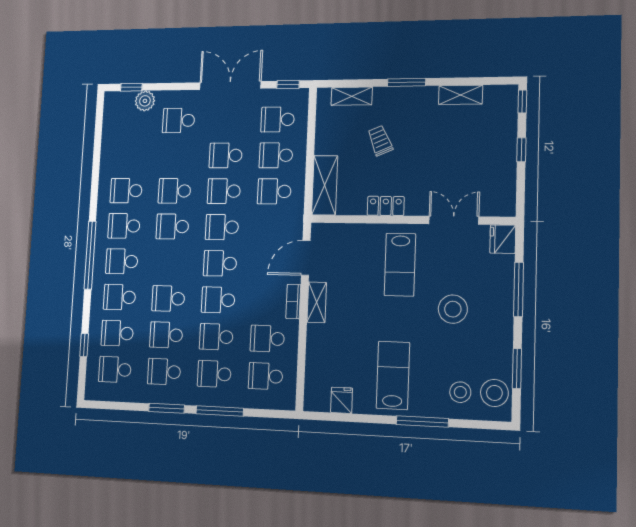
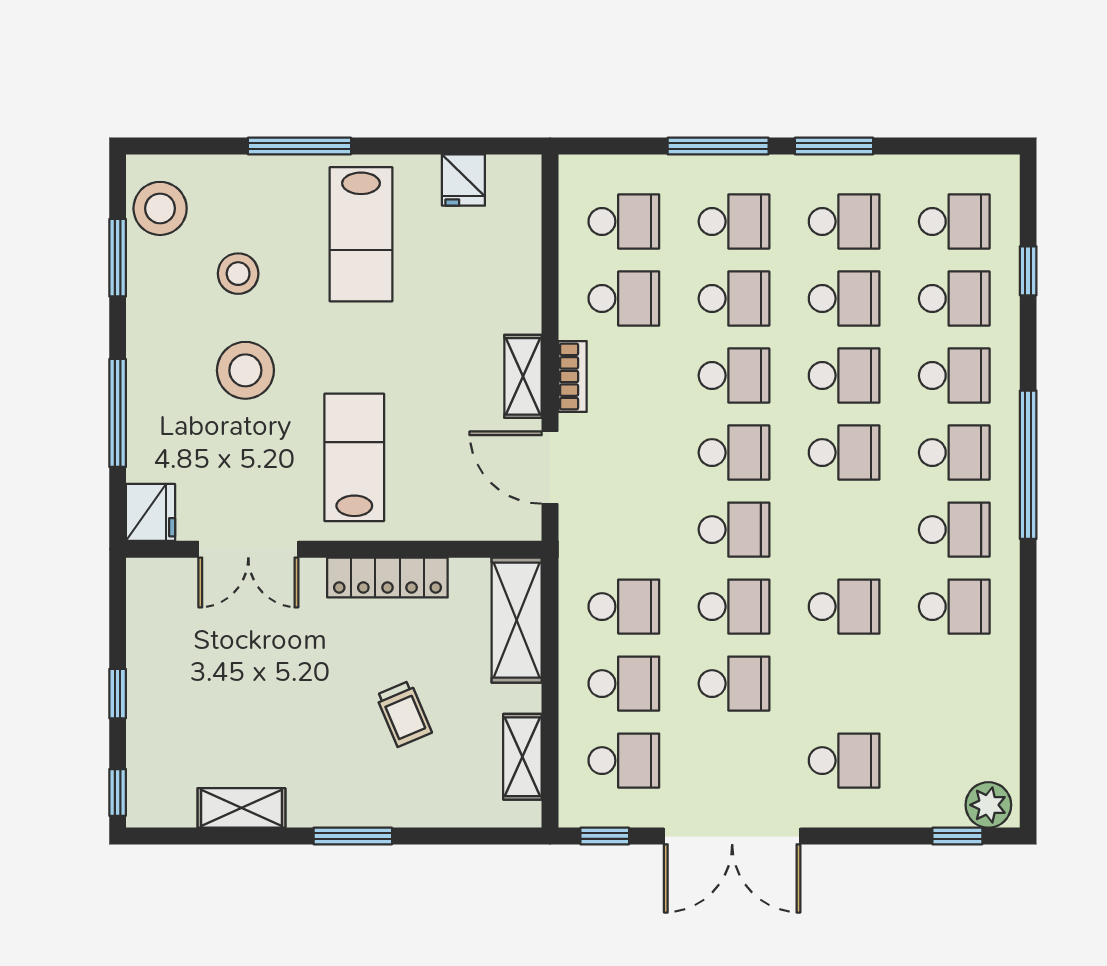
shelving: (352, 96) -> (522, 757), moved, turned 90
plant: (145, 101) -> (988, 805), moved
locker: (386, 206) -> (387, 577), width x1.53
school desk: (172, 226) -> (844, 453), moved
door: (306, 258) -> (550, 468), swing flipped
stool: (460, 392) -> (238, 274), moved

